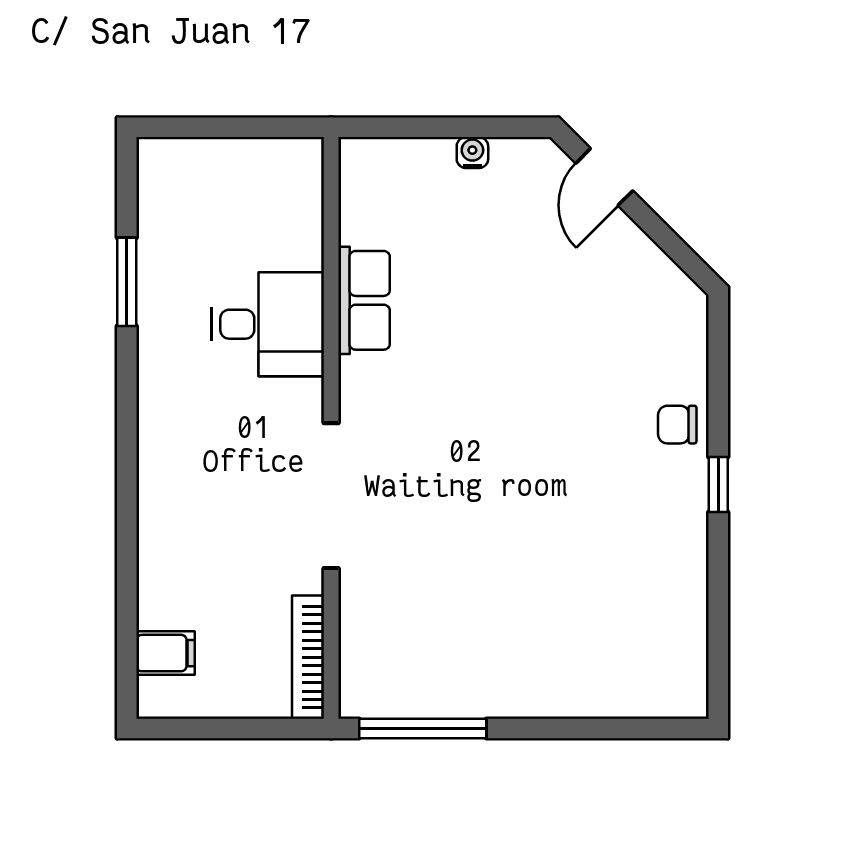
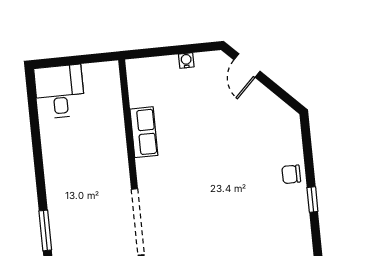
window: (127, 282) -> (45, 230), moved
desk: (268, 324) -> (60, 92), moved, turned -90

